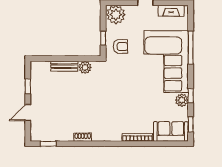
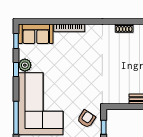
armchair: (120, 46) -> (86, 119), turned 124
plant: (85, 67) -> (122, 98), removed

